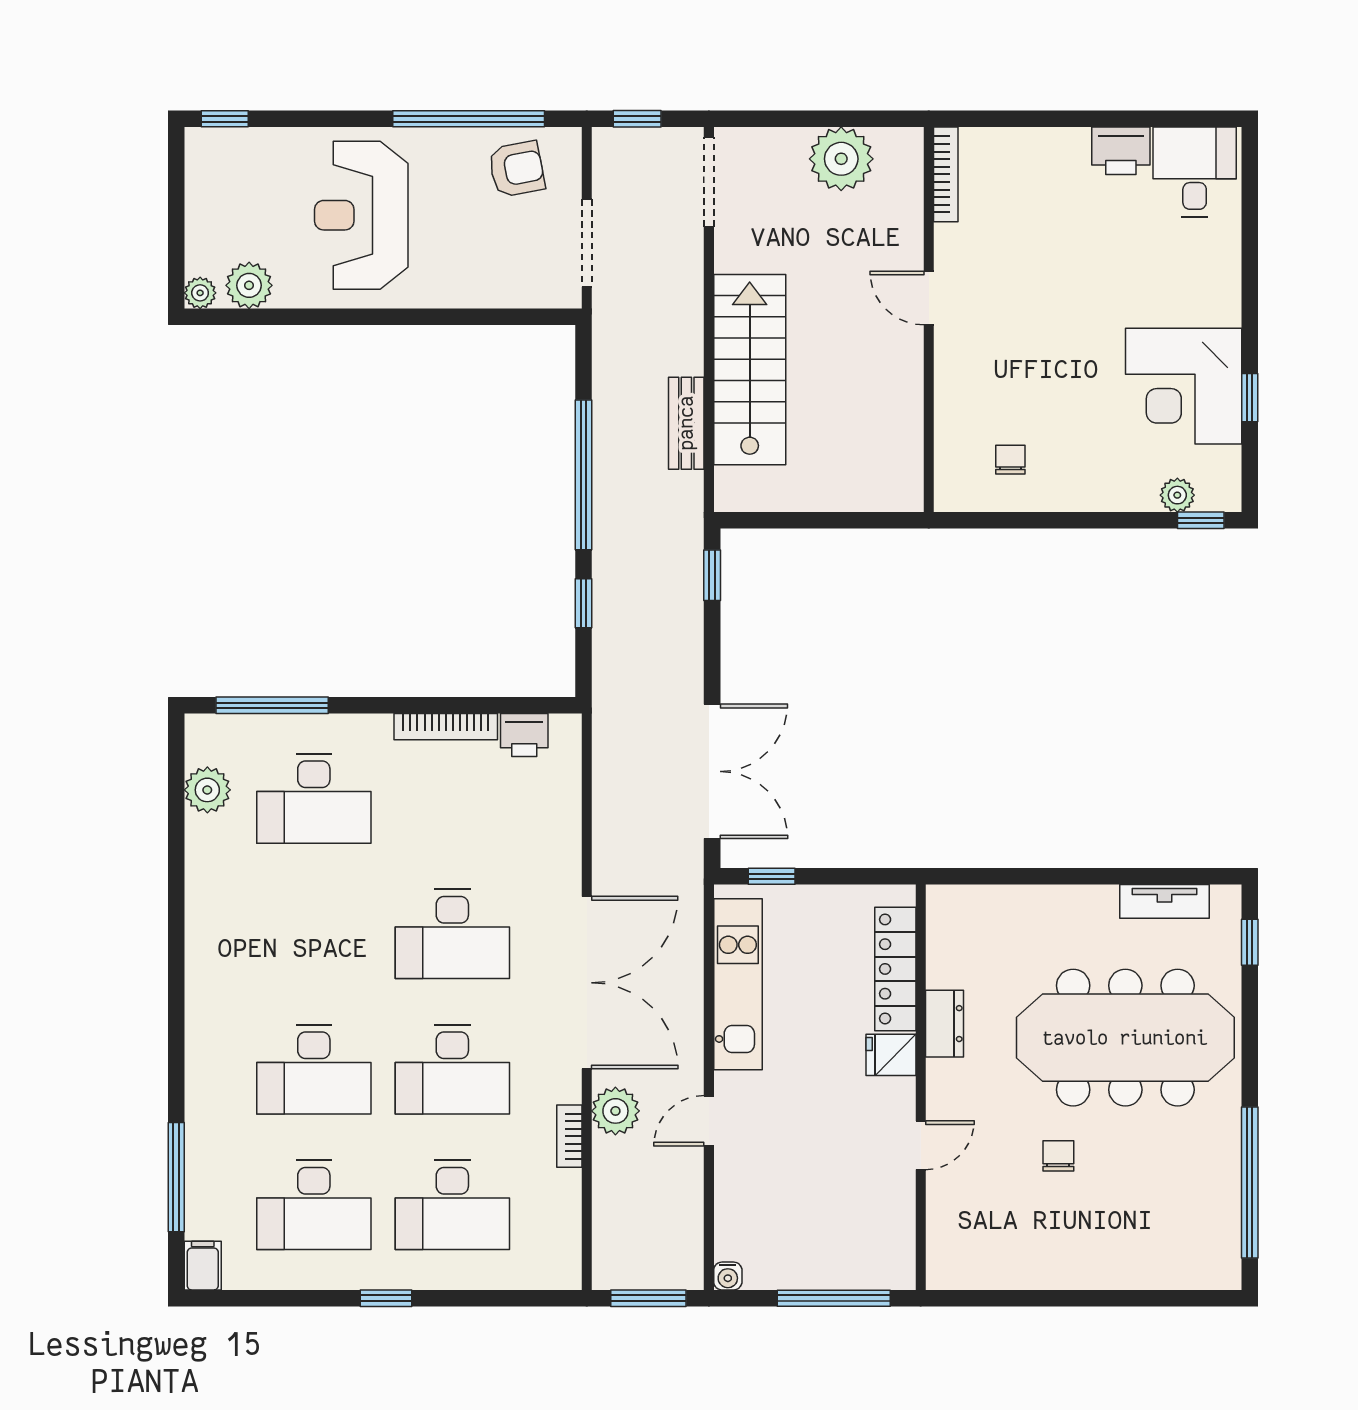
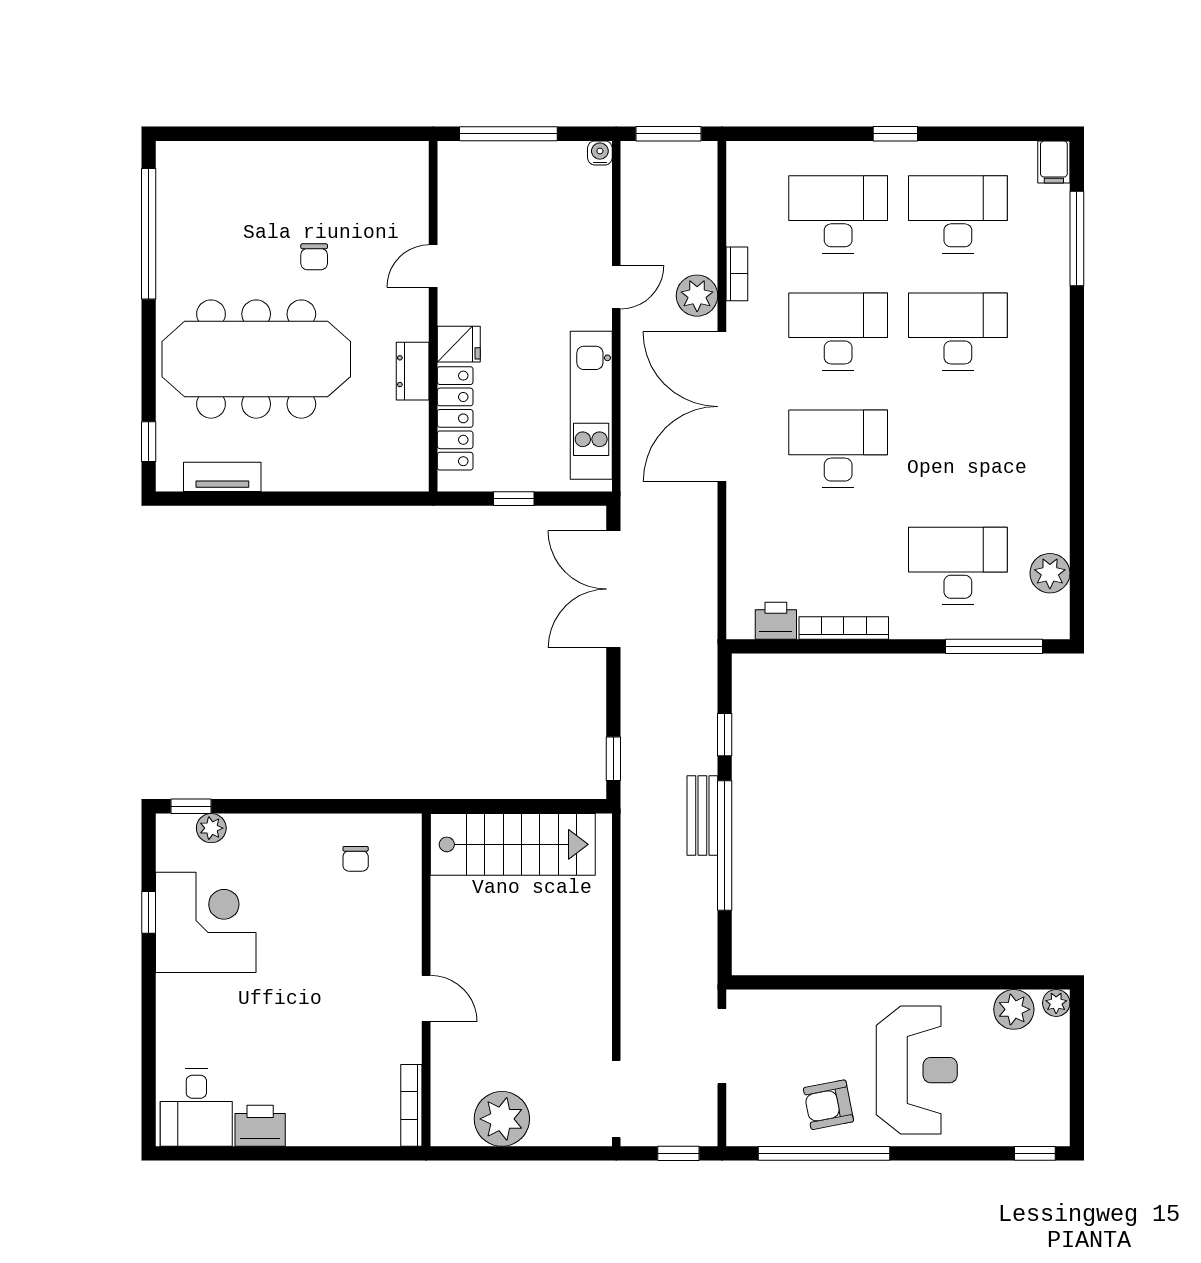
armchair: (517, 169) -> (828, 1105), moved
stairs: (750, 370) -> (513, 844), moved, turned -90
bench: (686, 423) -> (702, 816), moved
window: (772, 876) -> (514, 499), moved

